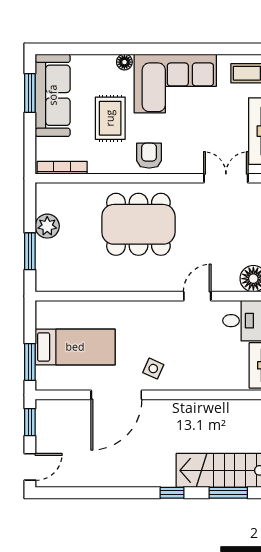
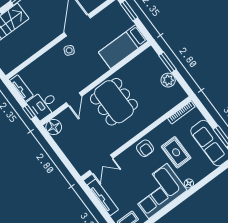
dining table: (138, 224) -> (114, 102), moved, turned 90
bed: (75, 347) -> (123, 47), moved

